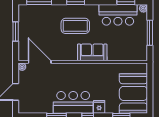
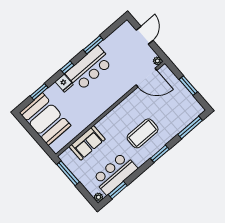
window: (150, 33) -> (68, 173), moved
sofa: (92, 52) -> (87, 143), moved

